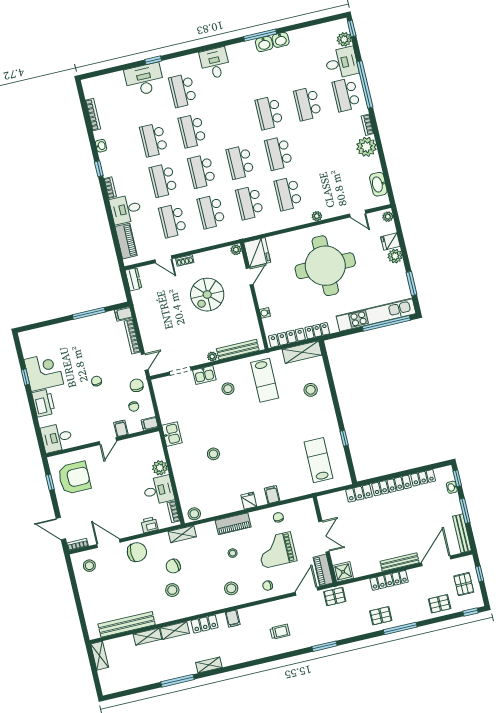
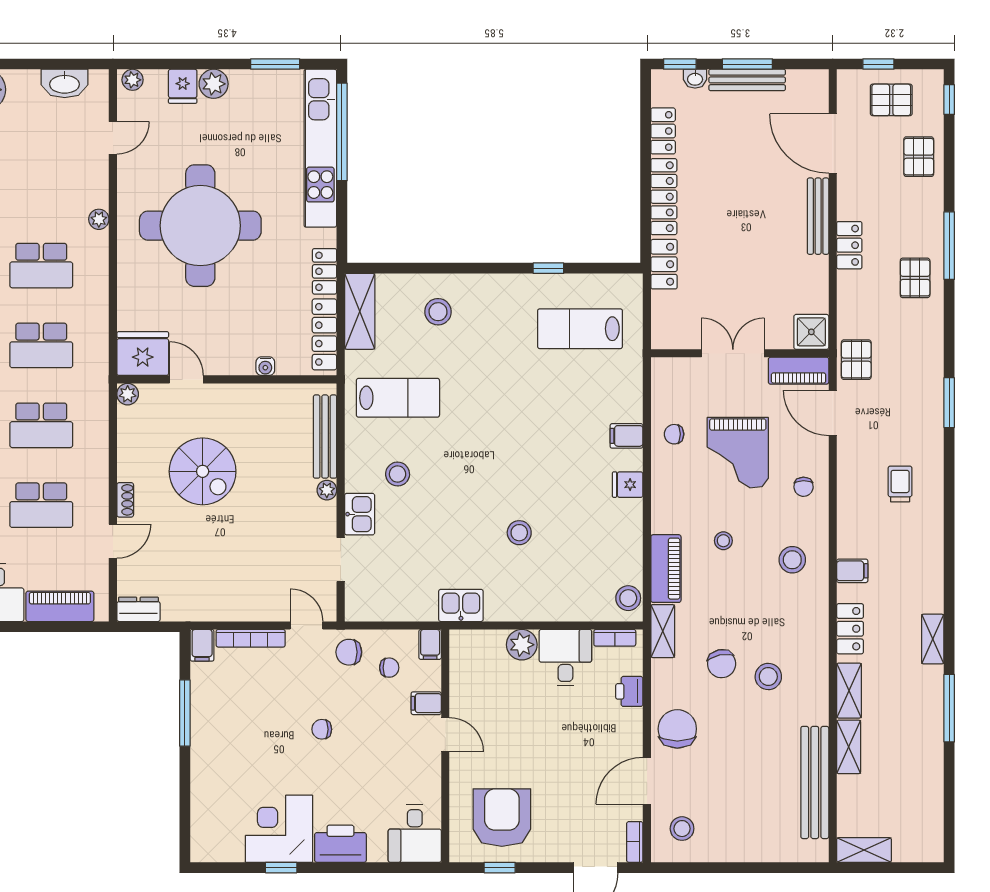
piano: (233, 524) -> (666, 569), moved
bench: (462, 533) -> (747, 80), moved
locker: (389, 580) -> (849, 245), width x0.66

